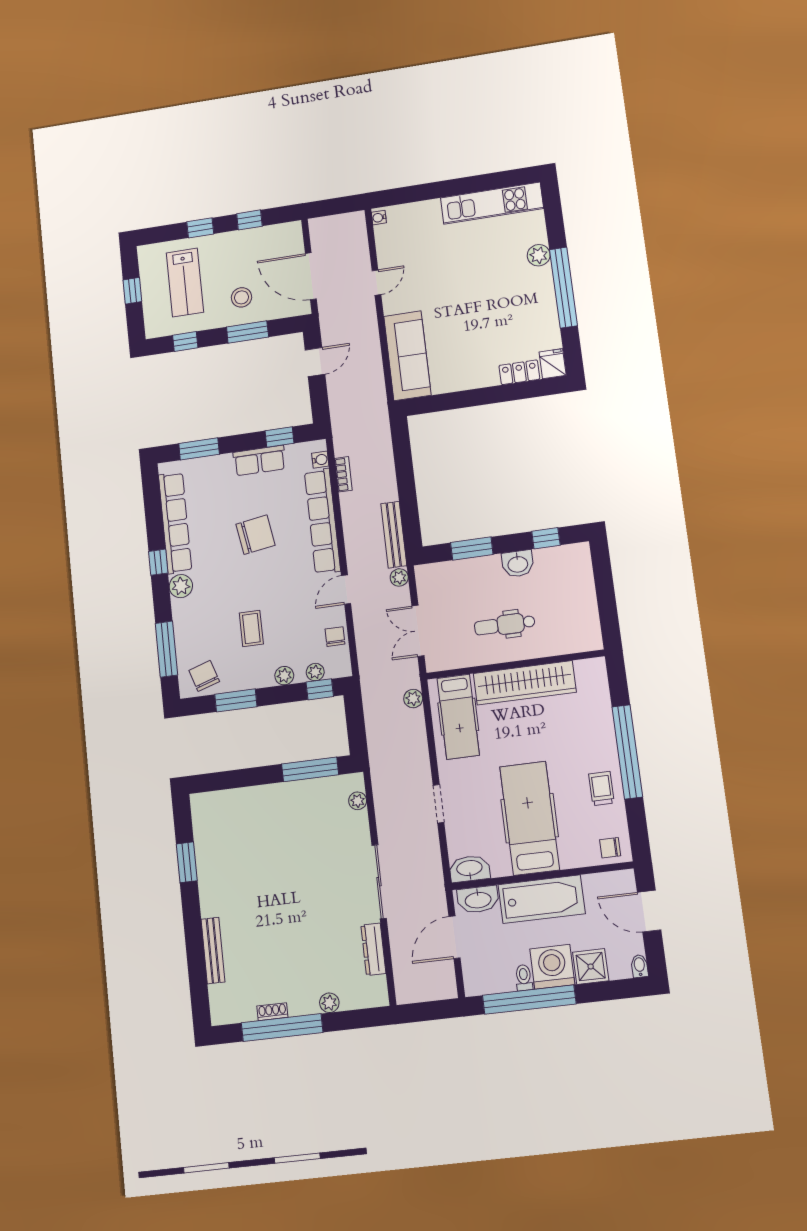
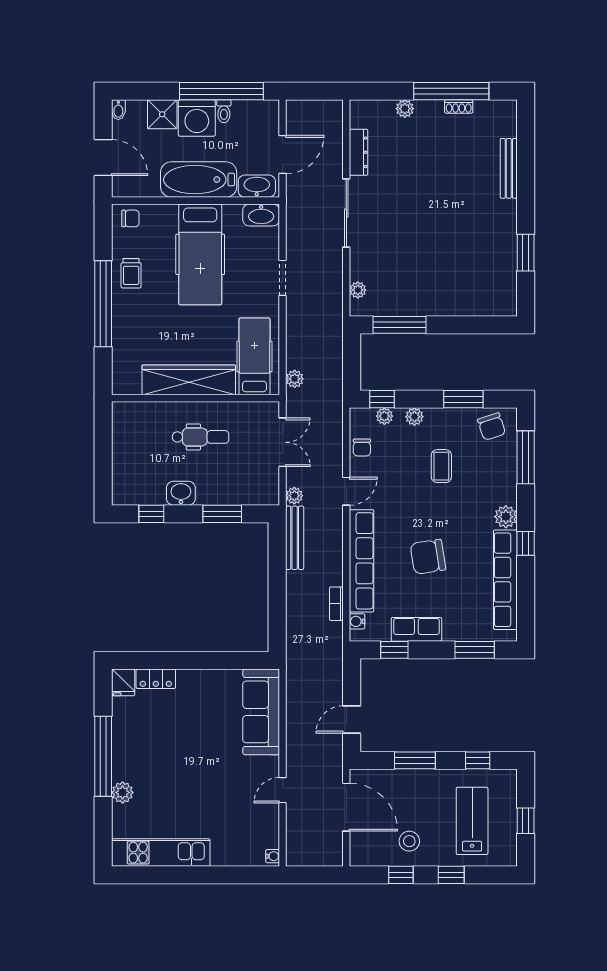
stool: (242, 297) -> (409, 841), moved

